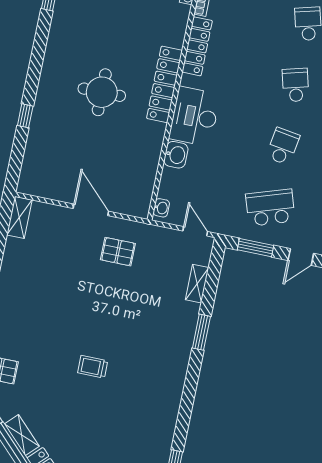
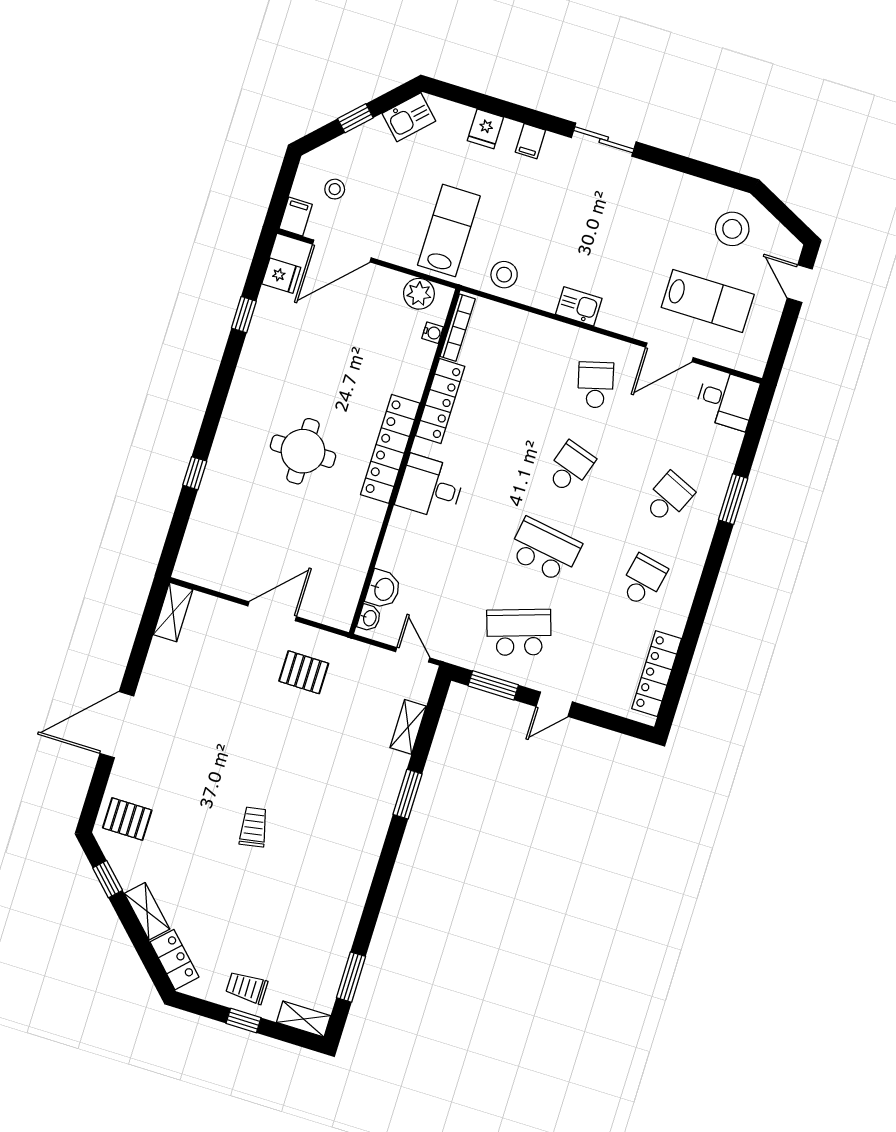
school desk: (295, 85) -> (570, 467), turned 33
desk: (195, 116) -> (430, 487), width x0.73
school desk: (283, 146) -> (545, 550), width x1.85
washbasin: (176, 155) -> (383, 589), moved
door: (91, 210) -> (272, 611), hinge flipped
trolley: (93, 367) -> (254, 827), turned 80

